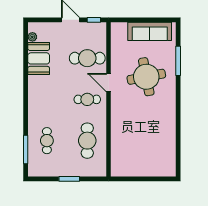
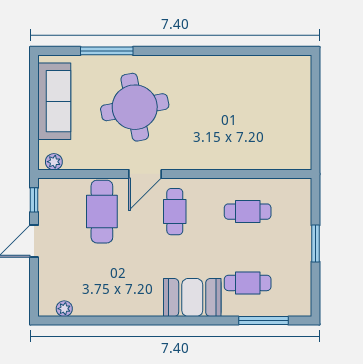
plant: (115, 31) -> (54, 162), added
booth: (39, 58) -> (192, 298), moved
cafe table: (87, 141) -> (248, 212), width x0.73, depth x0.74

